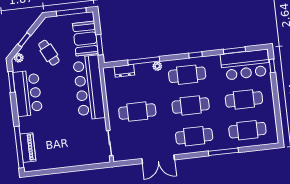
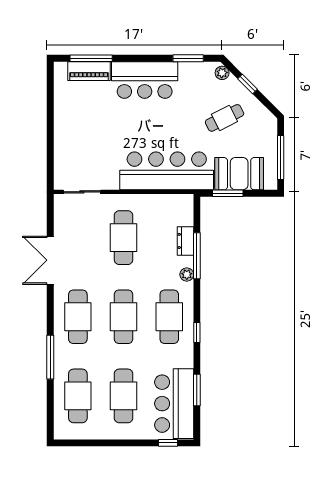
dresser: (124, 71) -> (185, 241), moved
bar counter: (28, 93) -> (145, 80), moved
window: (19, 147) -> (91, 58), width x0.68

